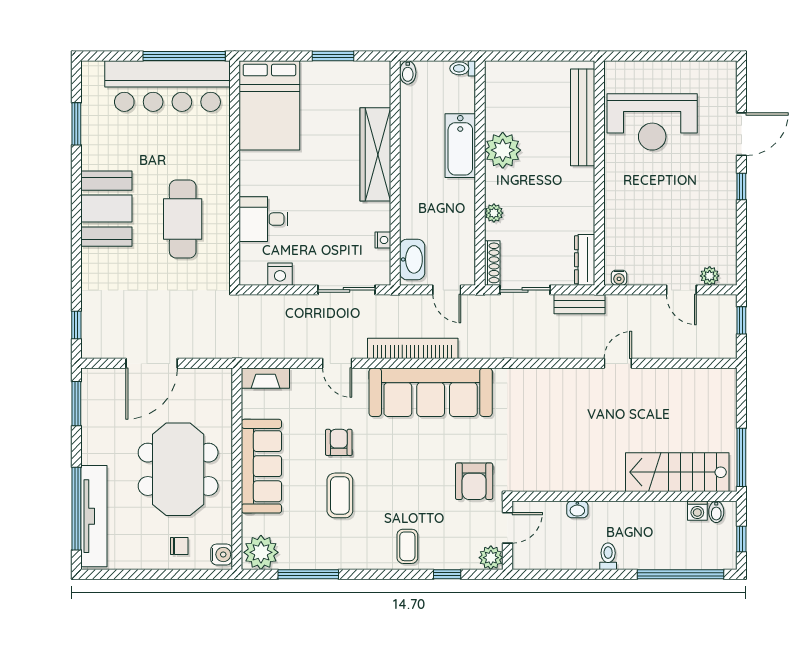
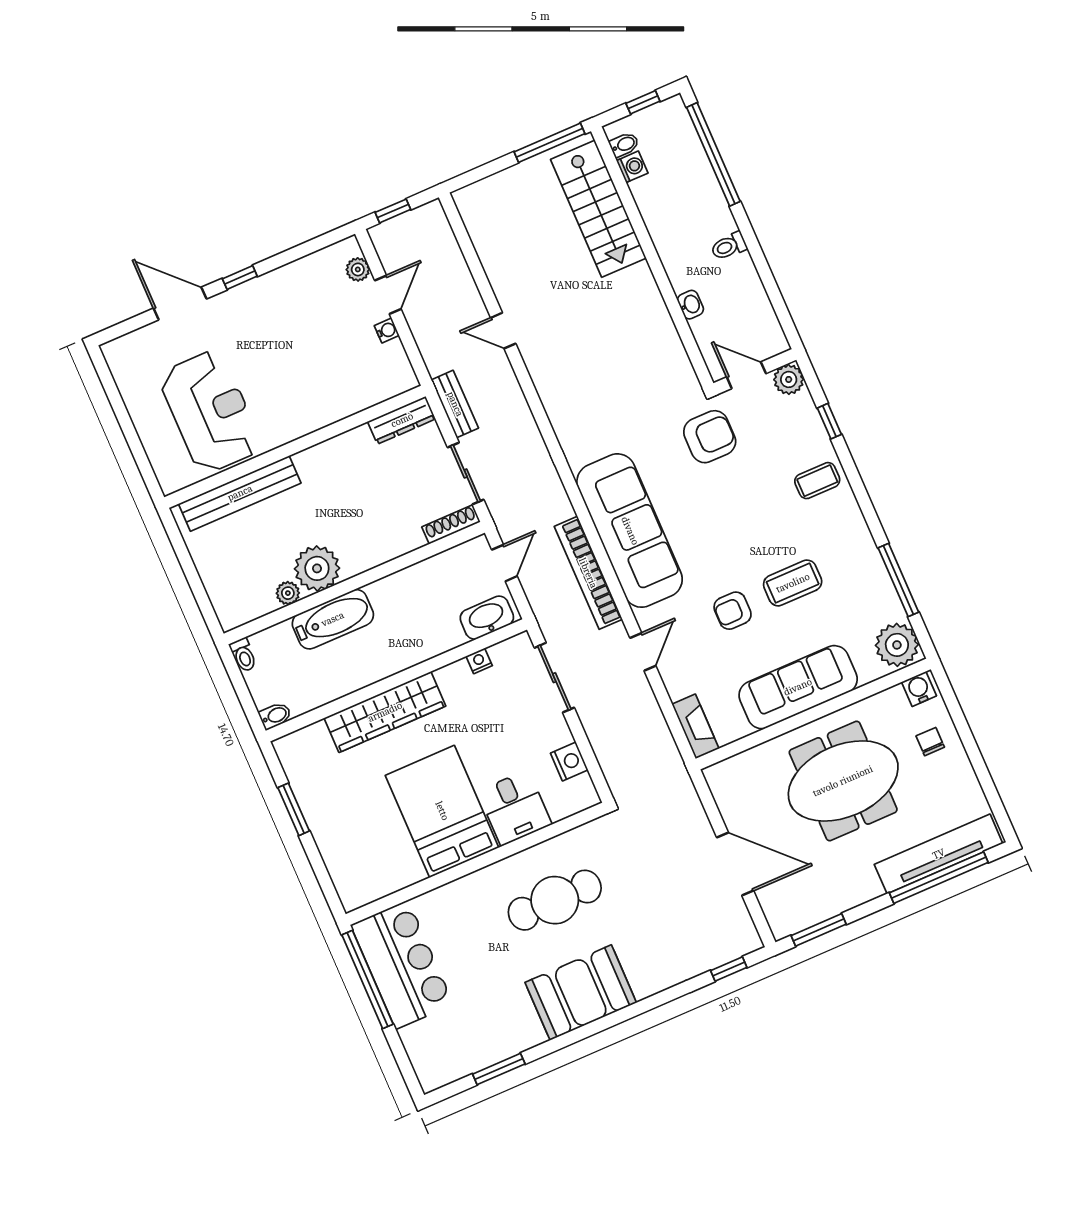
bar counter: (167, 86) -> (402, 965), width x0.73
bed: (269, 105) -> (442, 811), moved, turned -90
plant: (494, 213) -> (288, 593), moved
water cooler: (619, 278) -> (387, 331), moved

